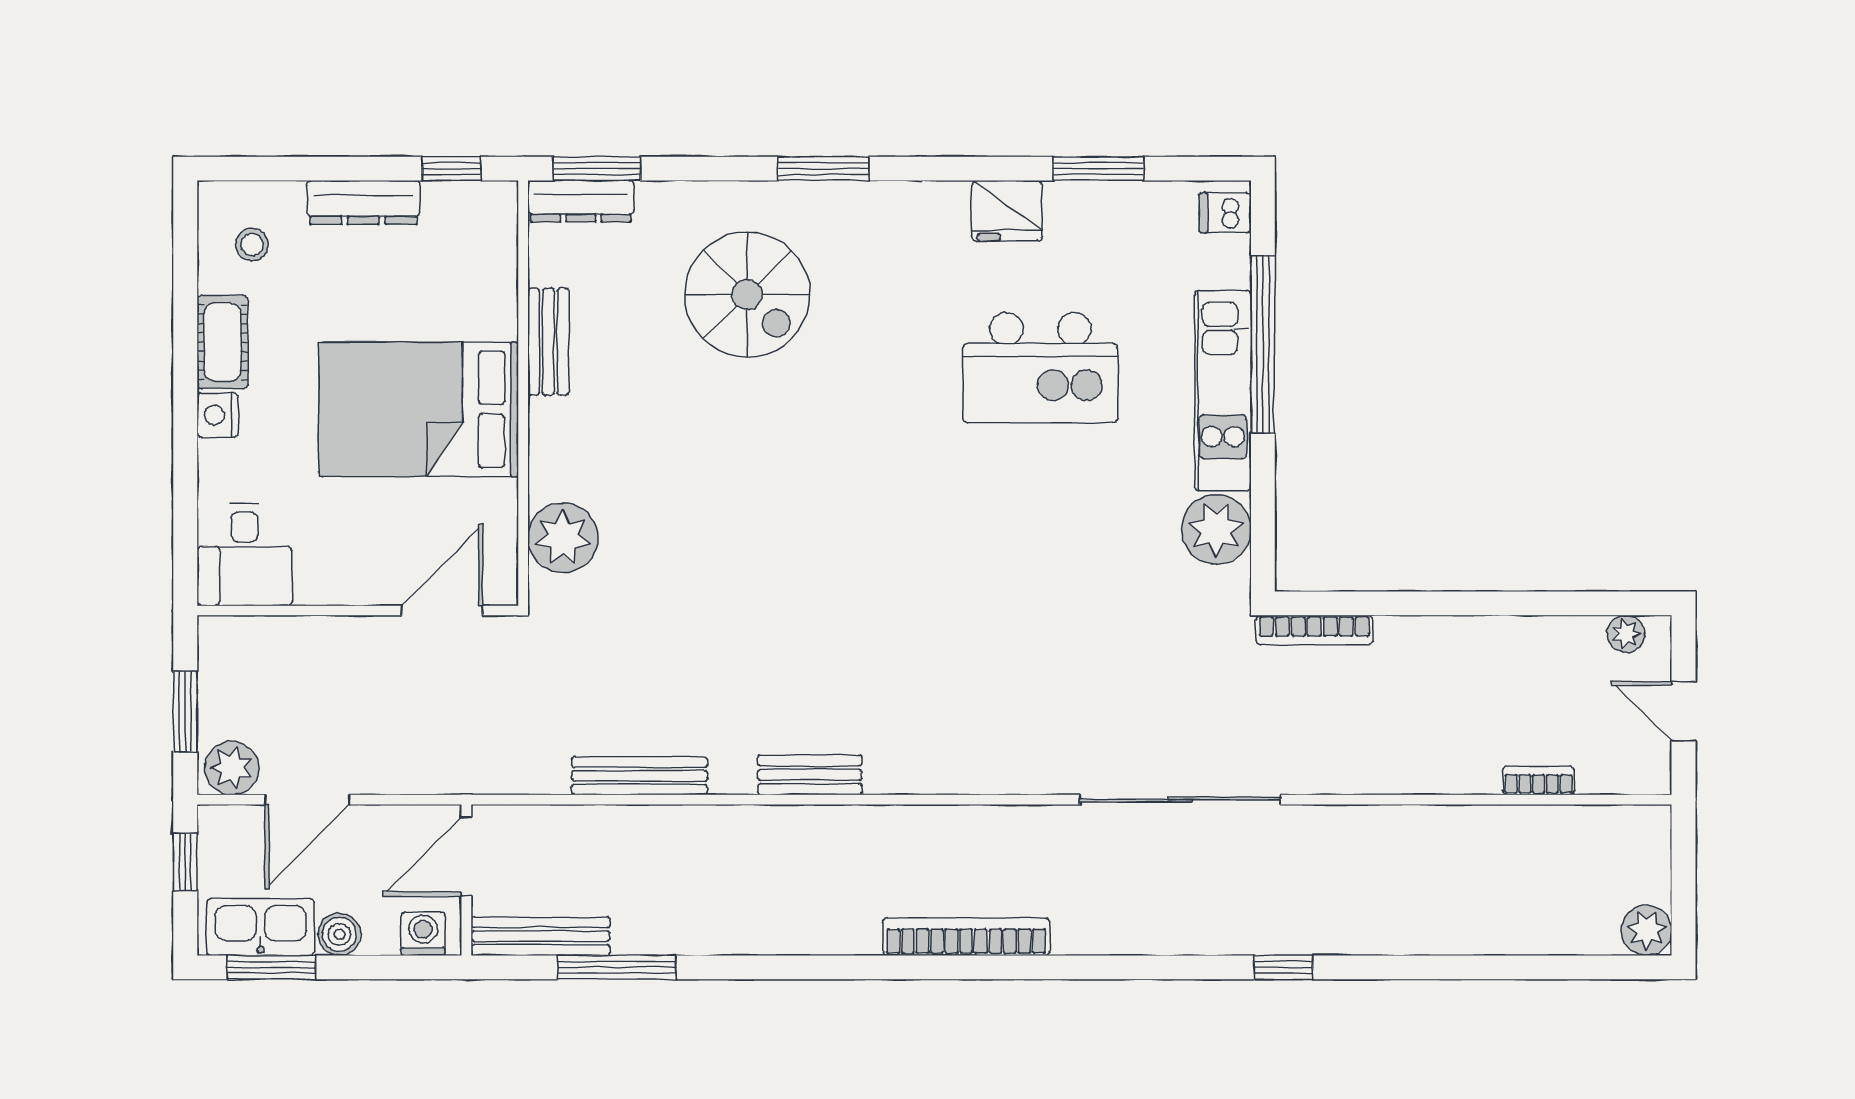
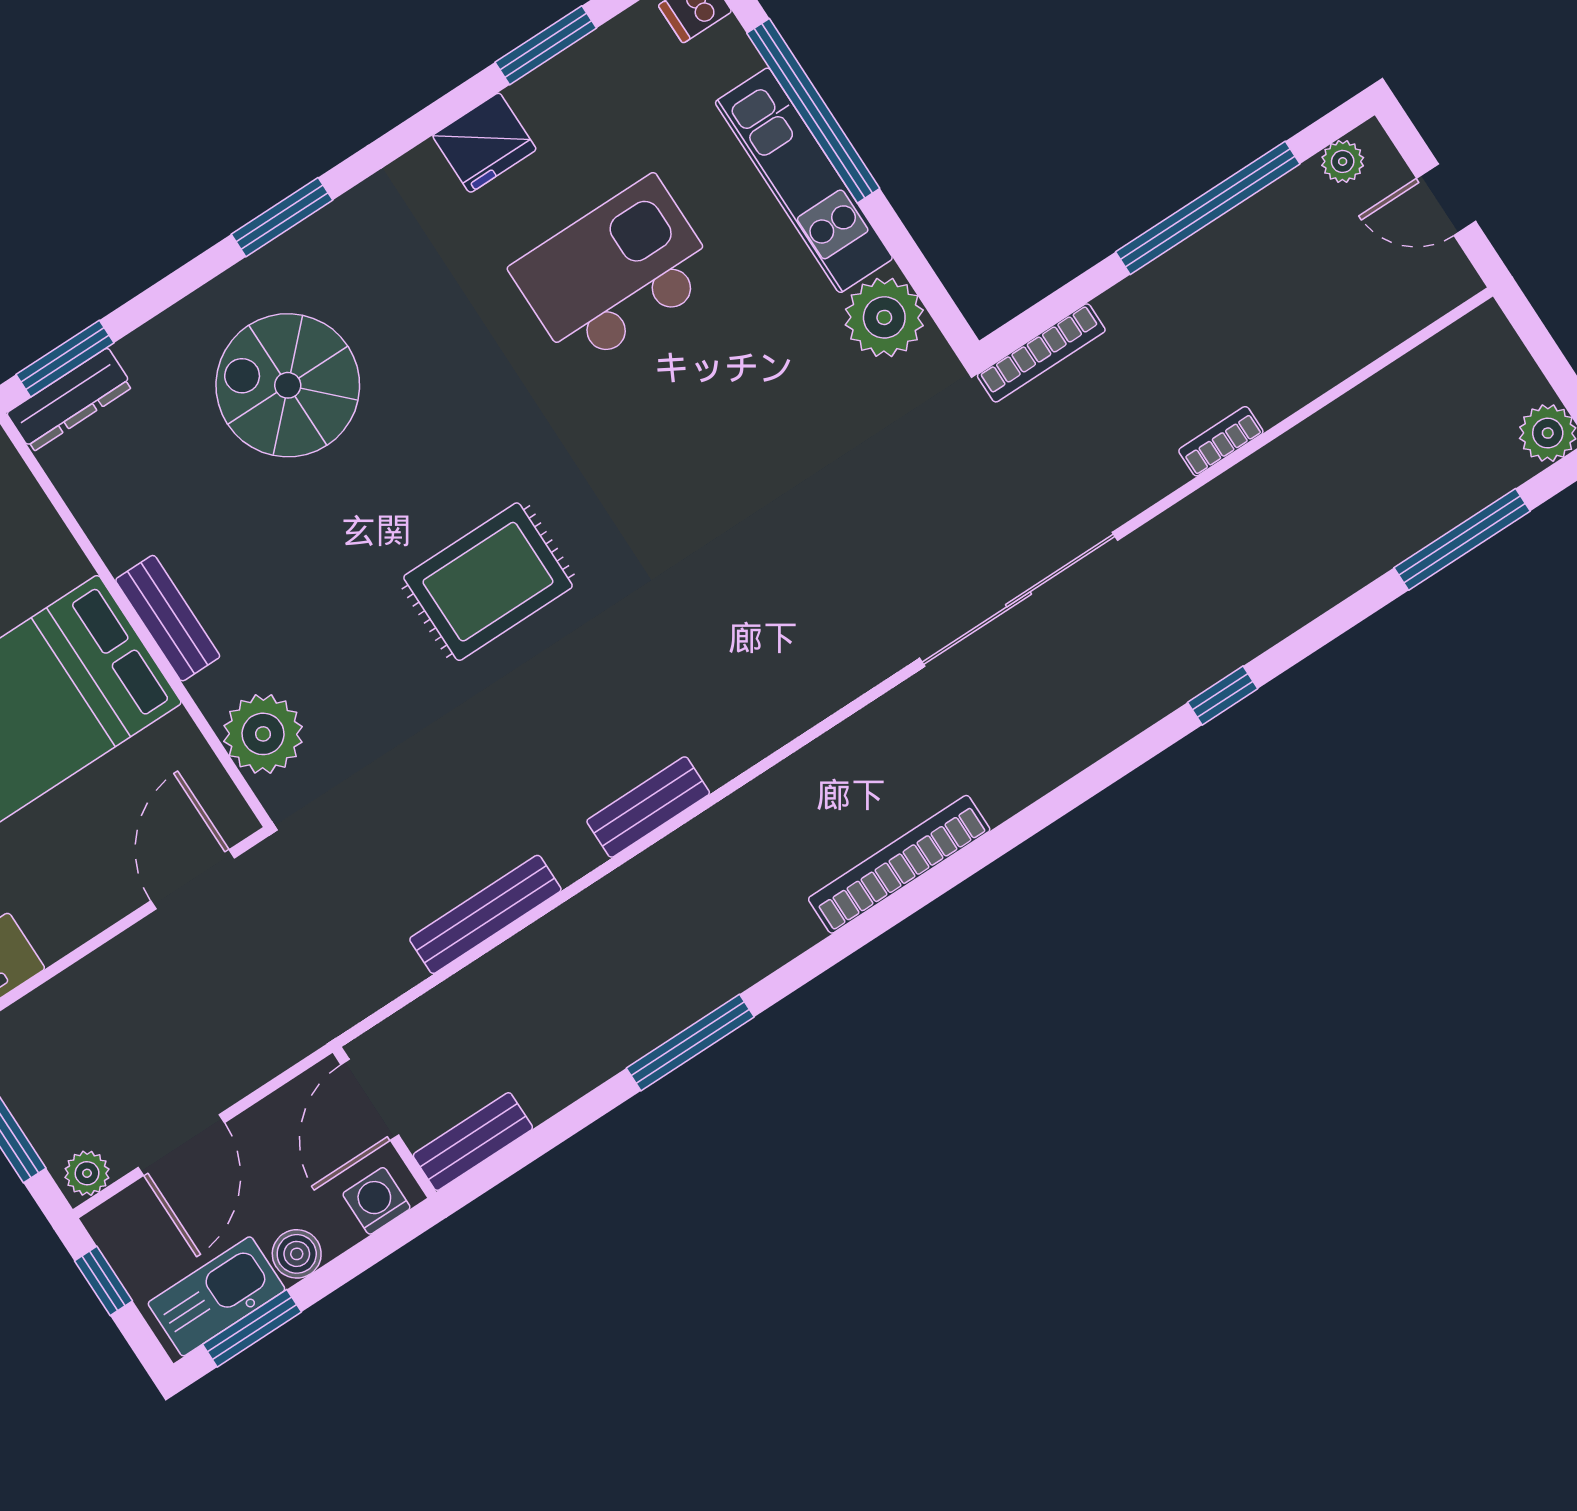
spiral stairs: (747, 294) -> (288, 385), turned 180
bench: (548, 342) -> (168, 618), moved
kitchen island: (1040, 368) -> (615, 272), turned 180
rug: (800, 534) -> (488, 582), added
window: (1505, 603) -> (1208, 208), added
plant: (232, 768) -> (87, 1173), width x0.73, depth x0.73
bookcase: (1539, 780) -> (1221, 441), moved
bench: (541, 936) -> (473, 1142), width x0.73
window: (617, 967) -> (690, 1042), moved
window: (1533, 967) -> (1462, 539), added

